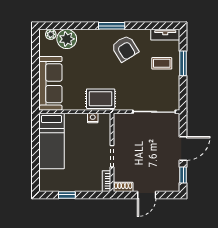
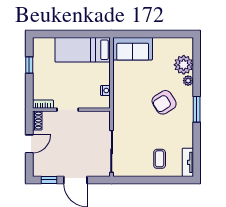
plant: (51, 34) -> (188, 81), moved
armchair: (125, 48) -> (164, 102), moved
window: (183, 63) -> (159, 180), removed
sofa: (50, 83) -> (133, 49), width x0.73
rug: (101, 99) -> (125, 98), removed
door: (147, 195) -> (29, 144), swing flipped

